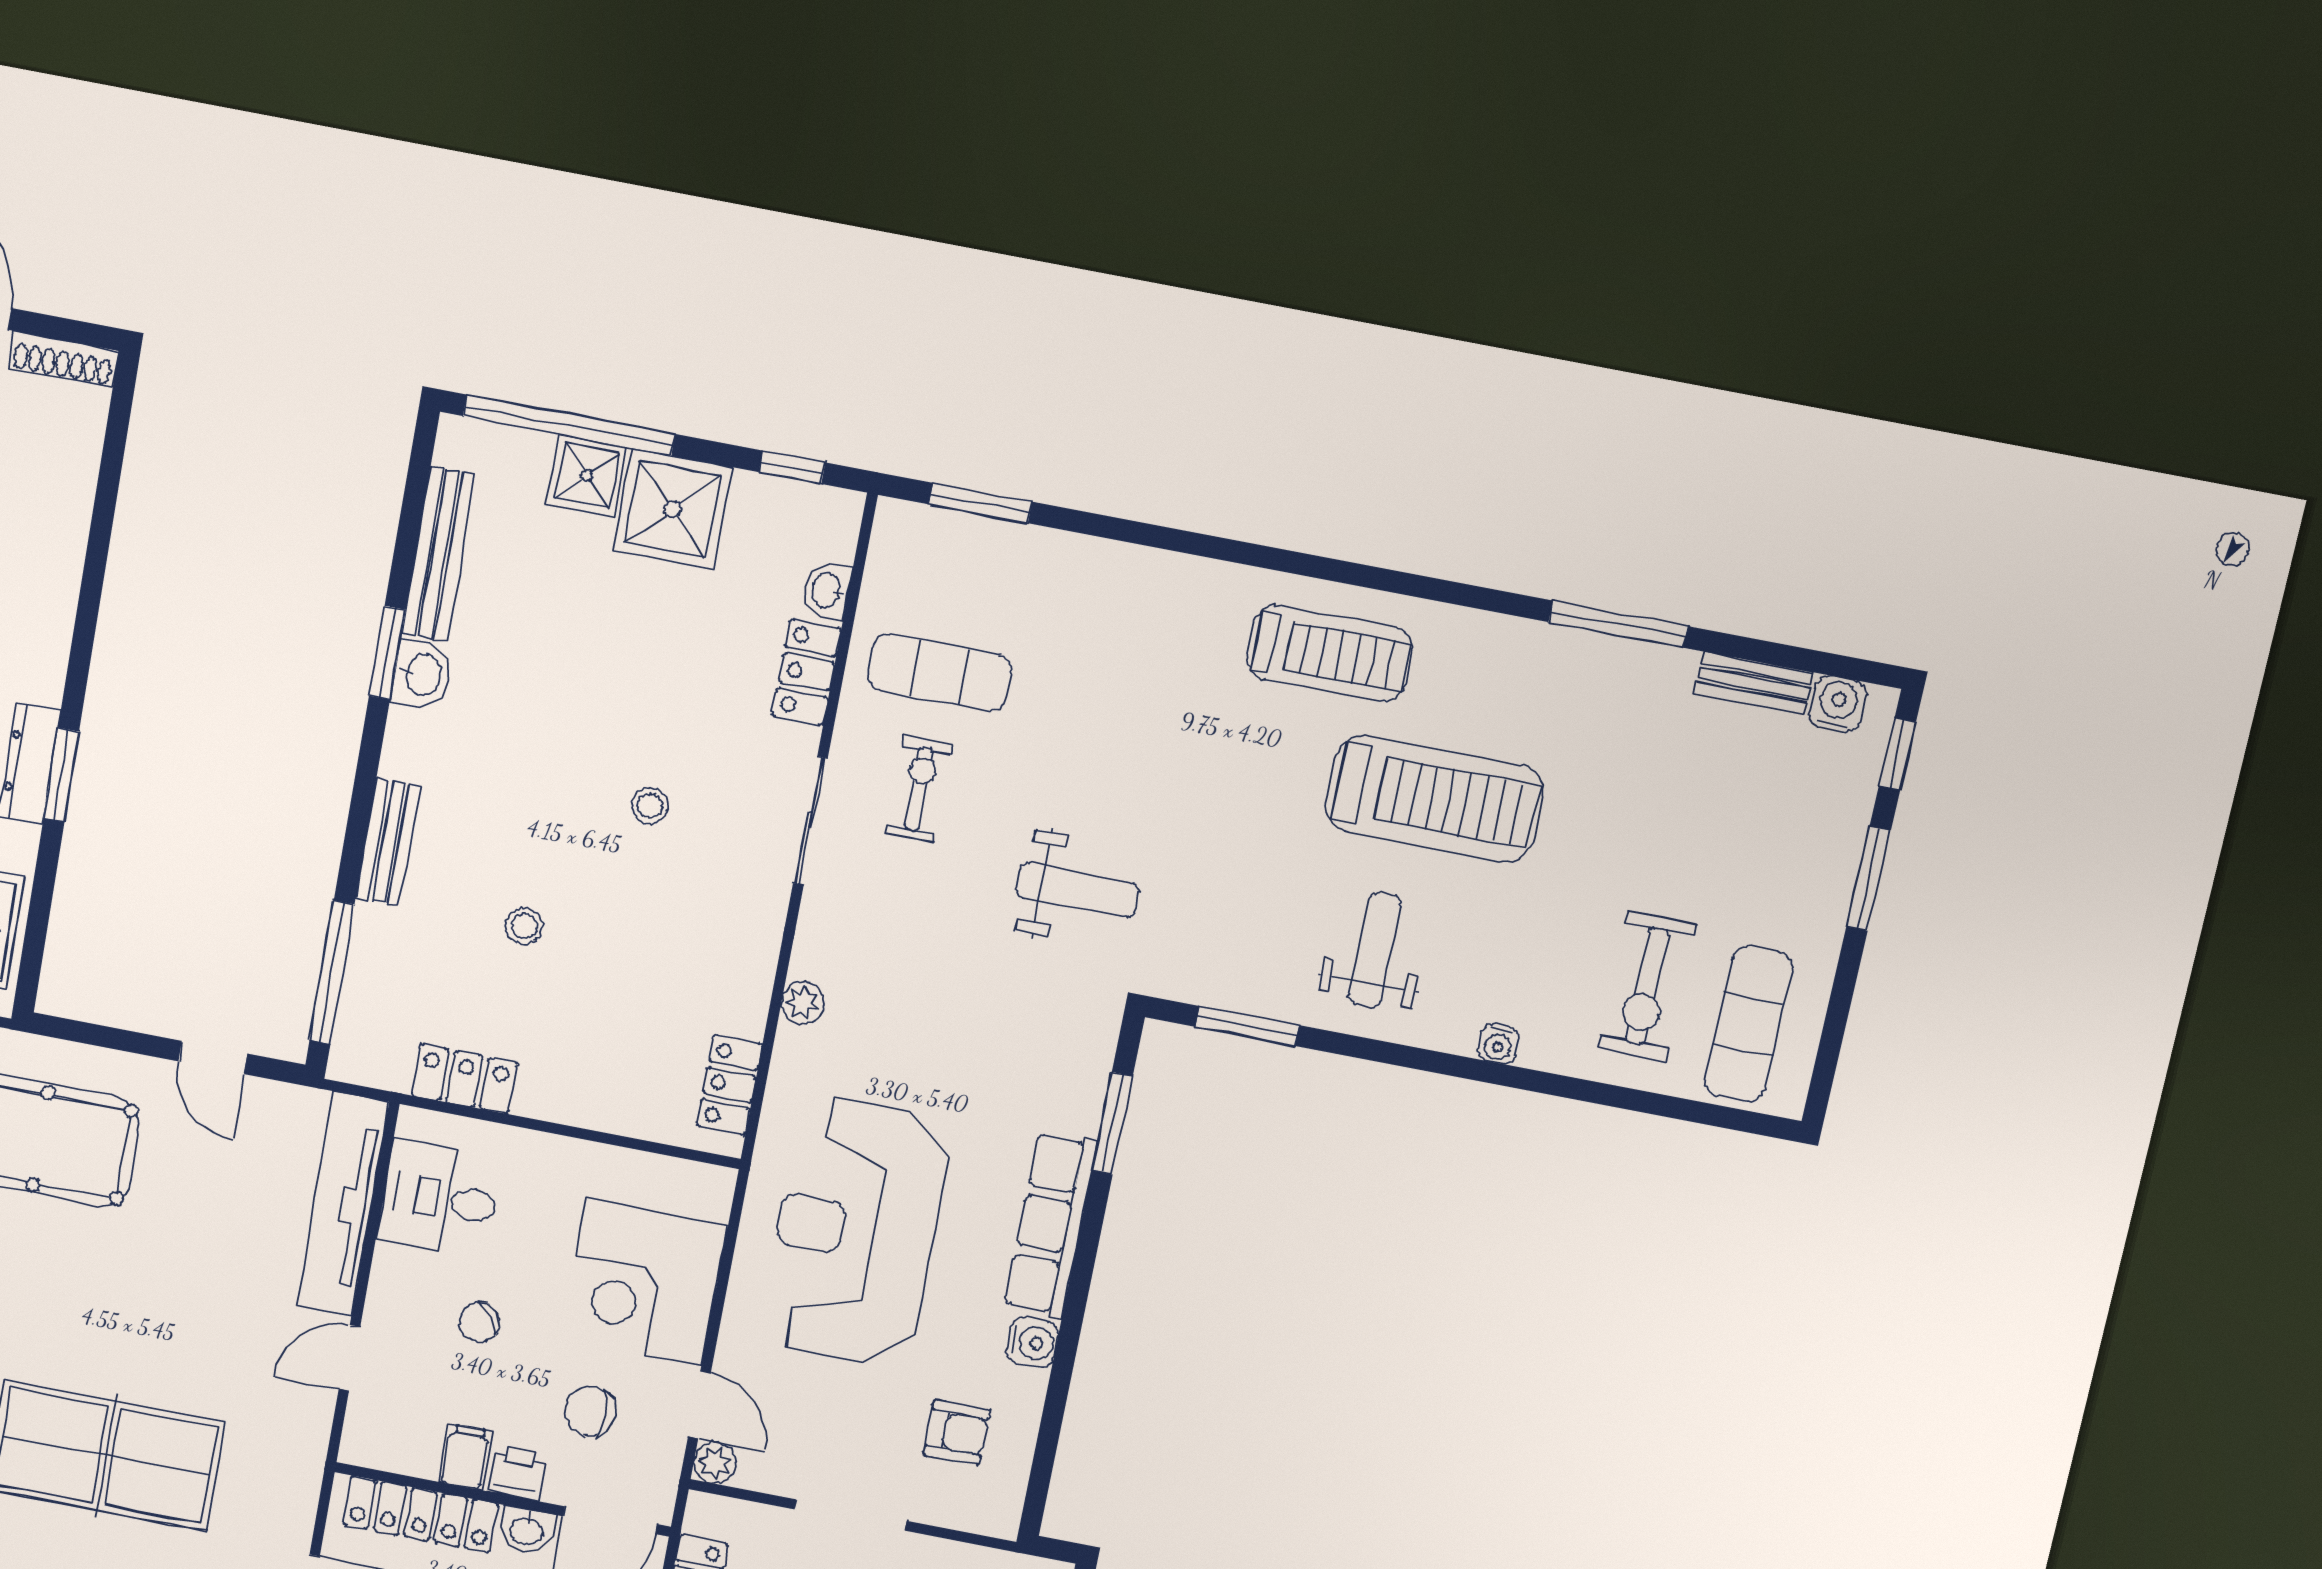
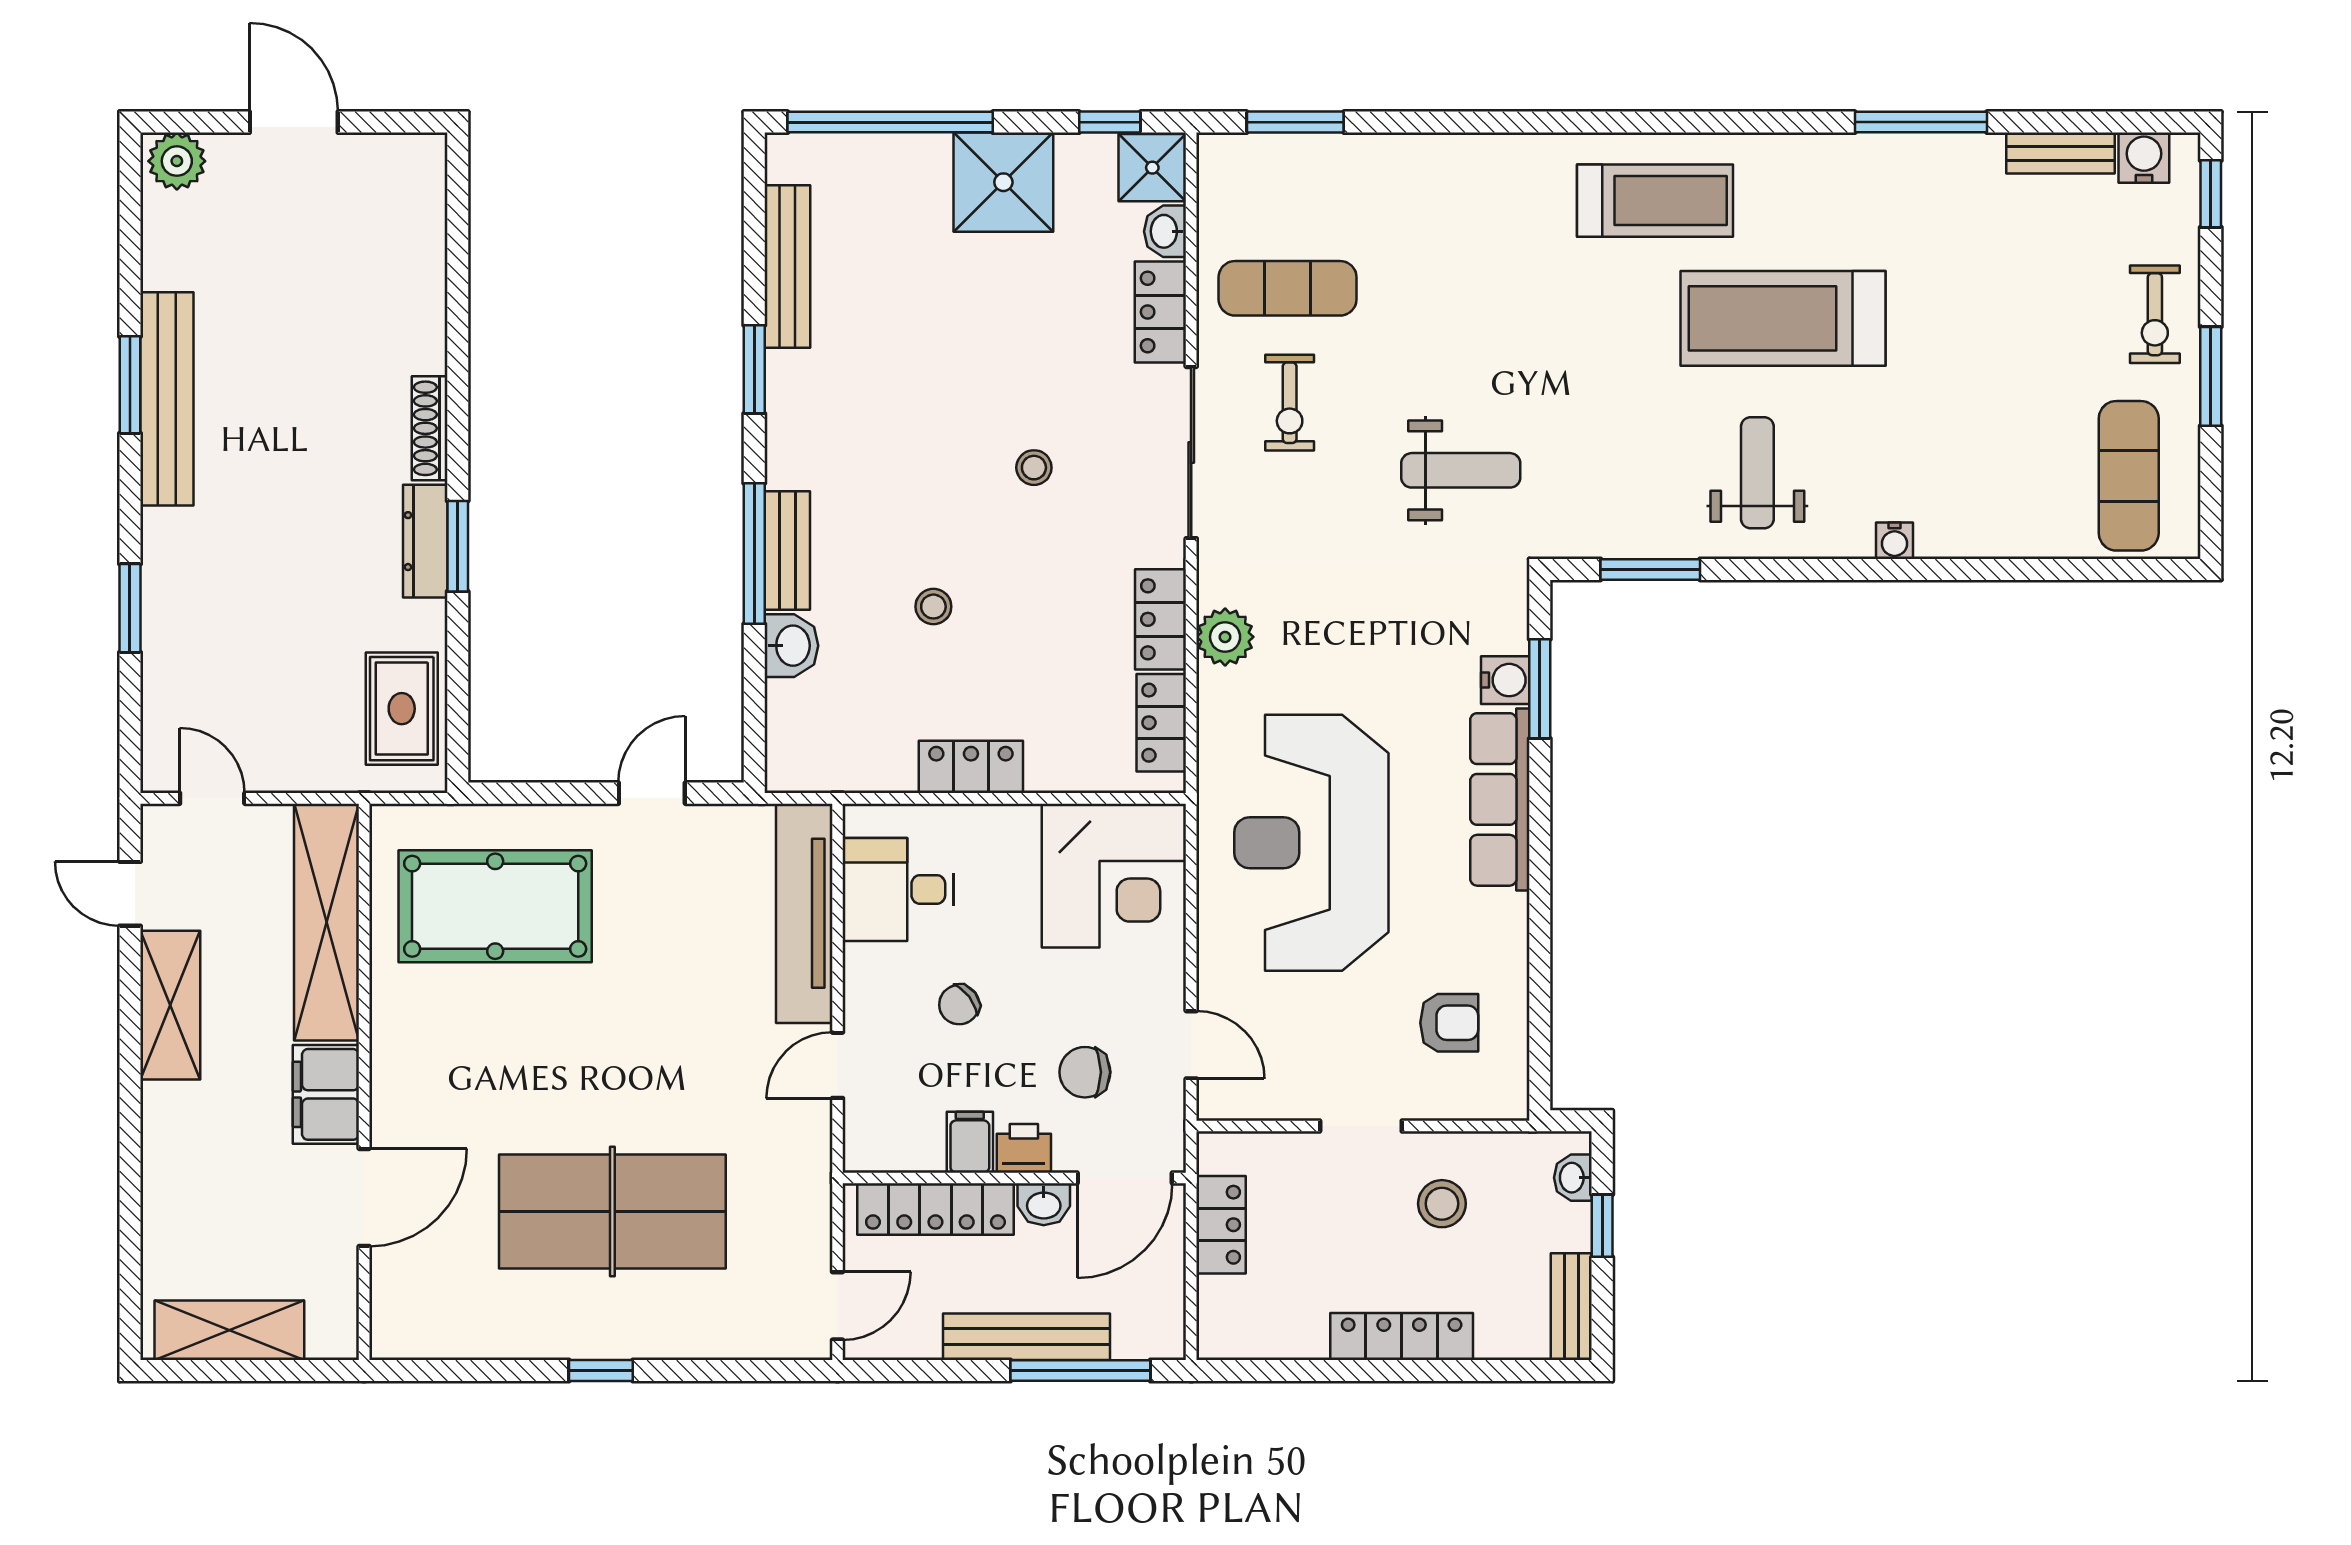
shoe rack: (63, 359) -> (430, 428), moved, turned 90
shower: (587, 476) -> (1152, 168), moved
washbasin: (422, 674) -> (791, 646), moved
exercise bike: (919, 789) -> (1290, 403), turned 180
treadmill: (1434, 799) -> (1783, 318), turned 180
sliding door: (810, 821) -> (1191, 453), width x1.37
window: (1869, 878) -> (2211, 376), moved
window: (332, 972) -> (754, 554), moved
locker: (748, 982) -> (1161, 619), added
exercise bike: (1647, 986) -> (2155, 314), moved, width x0.73, depth x0.72
plant: (803, 1003) -> (1225, 637), width x1.38, depth x1.38
door: (213, 1057) -> (652, 793), swing flipped
locker: (464, 1079) -> (971, 767), moved
corner desk: (644, 1282) -> (1114, 876), moved, turned -90
water cooler: (1032, 1342) -> (1505, 680), moved
plant: (715, 1463) -> (1217, 1100), removed
doorway: (851, 1515) -> (1361, 1126), width x0.73

